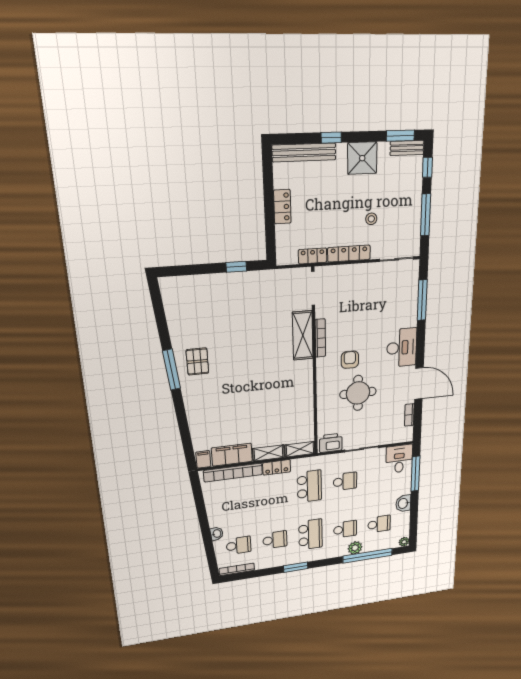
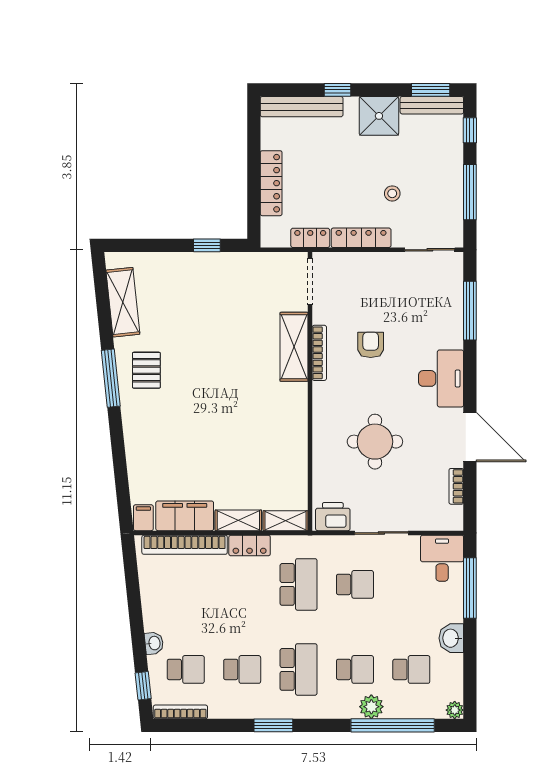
bench: (407, 148) -> (432, 105), width x1.36
locker: (282, 207) -> (271, 183), width x1.53
shelving: (175, 314) -> (123, 302), added
armchair: (350, 360) -> (371, 345), moved
window: (211, 559) -> (143, 686), added

